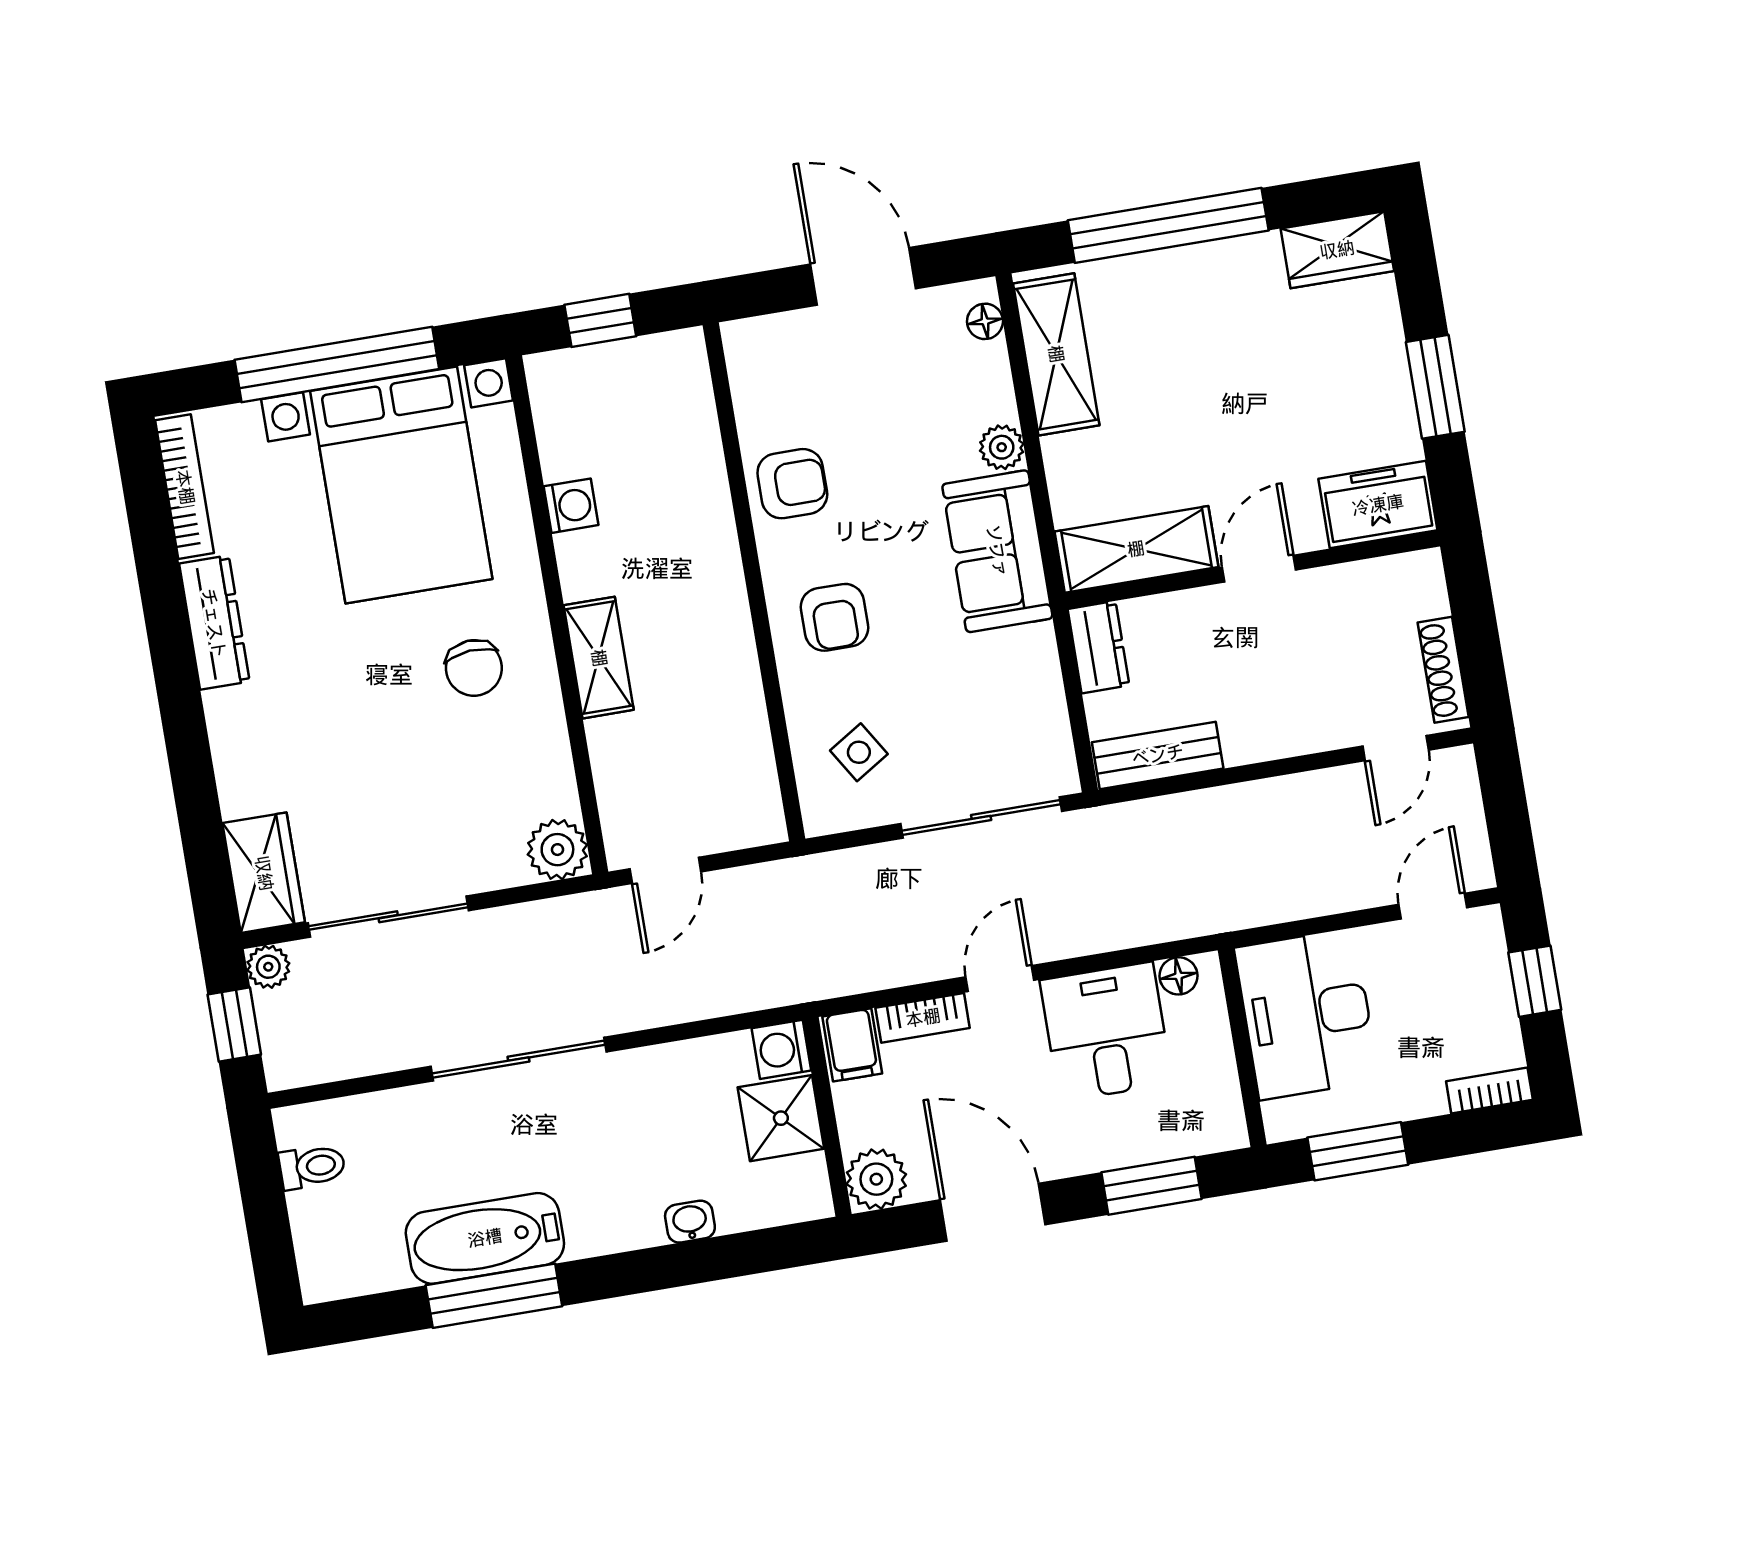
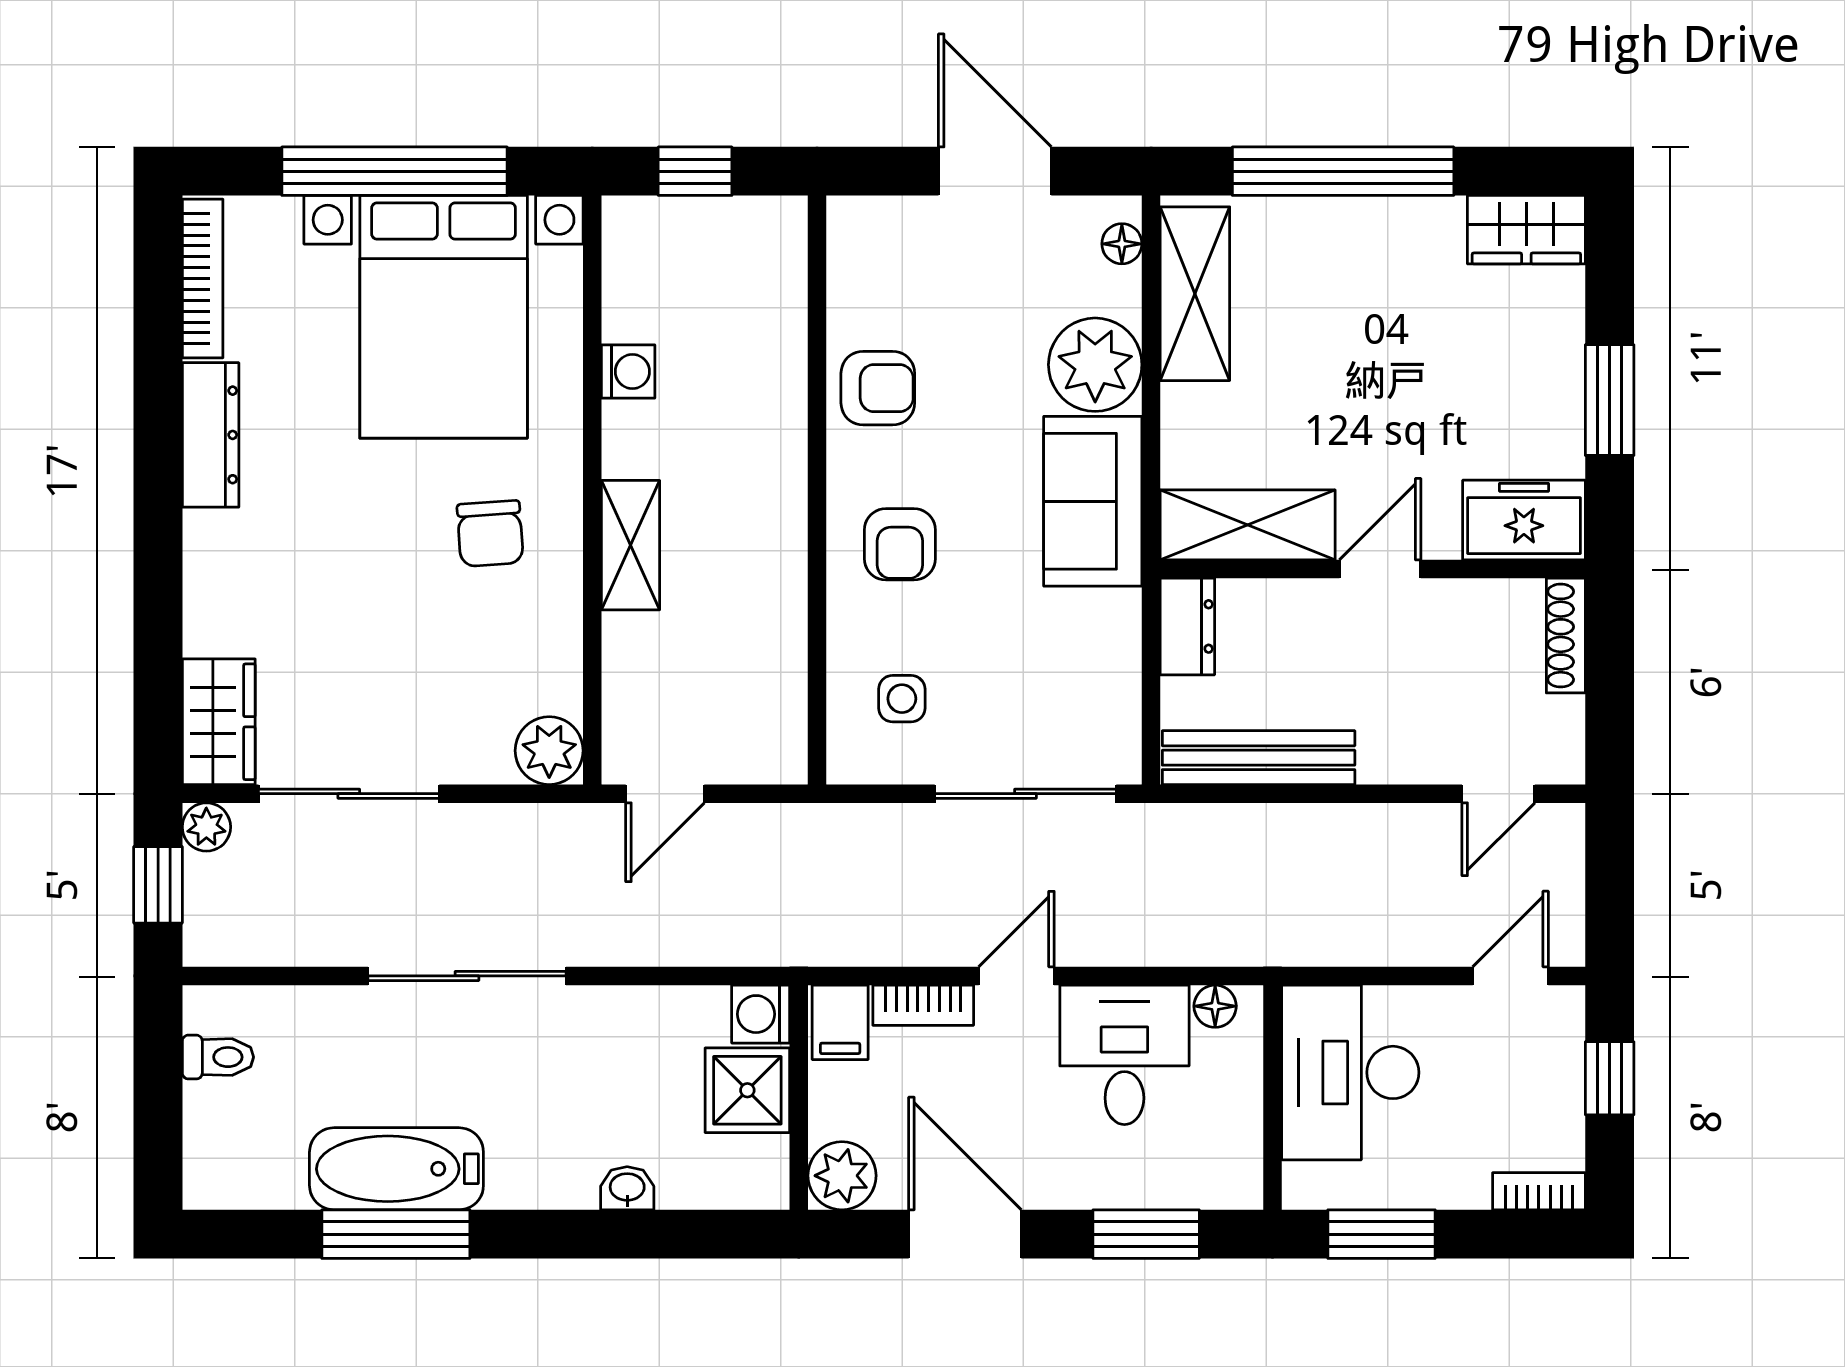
plant: (1002, 447) -> (1095, 365), width x1.88, depth x1.88
shoe rack: (1443, 670) -> (1566, 636), moved
side table: (859, 752) -> (902, 699), turned 32
bench: (1158, 755) -> (1259, 758), width x1.36

